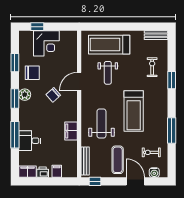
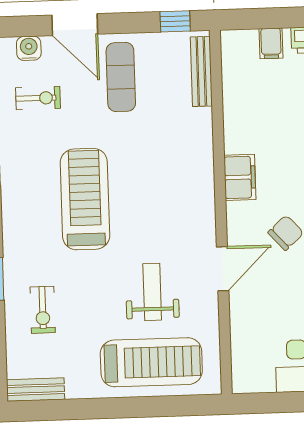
weight bench: (101, 124) -> (164, 166), removed
filing cabinet: (71, 131) -> (240, 177), moved

